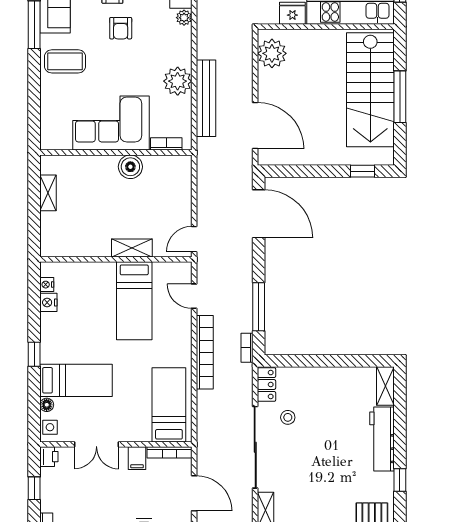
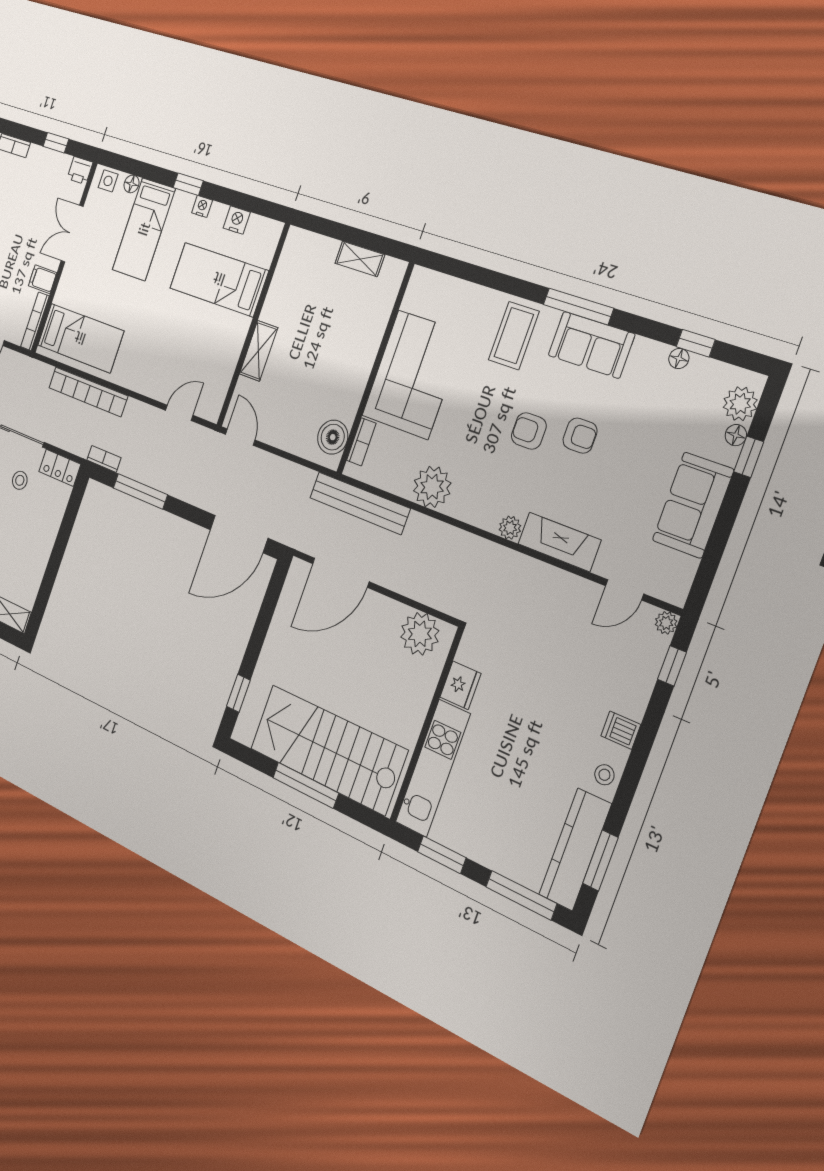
bench: (206, 98) -> (360, 503), moved
boiler: (130, 167) -> (333, 437), moved
nightstand: (47, 285) -> (202, 206), moved
bed: (134, 301) -> (219, 279), moved
bookcase: (205, 352) -> (88, 392), moved

